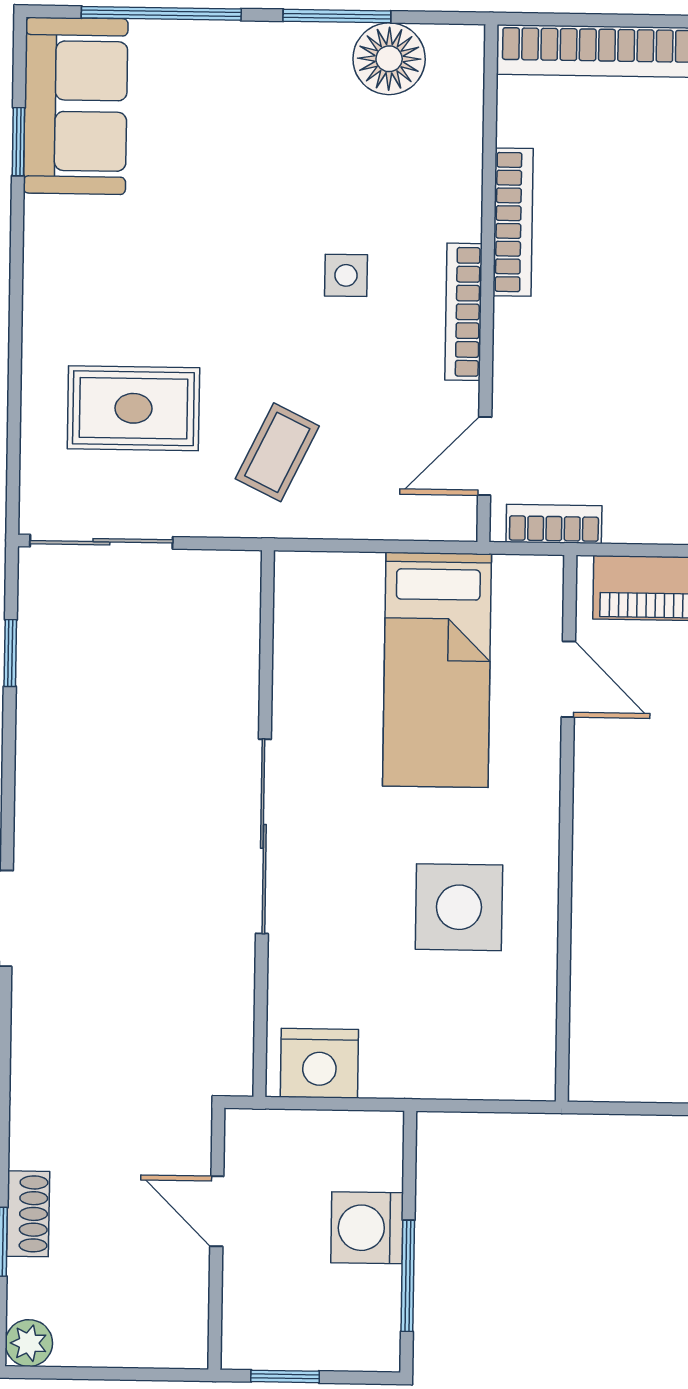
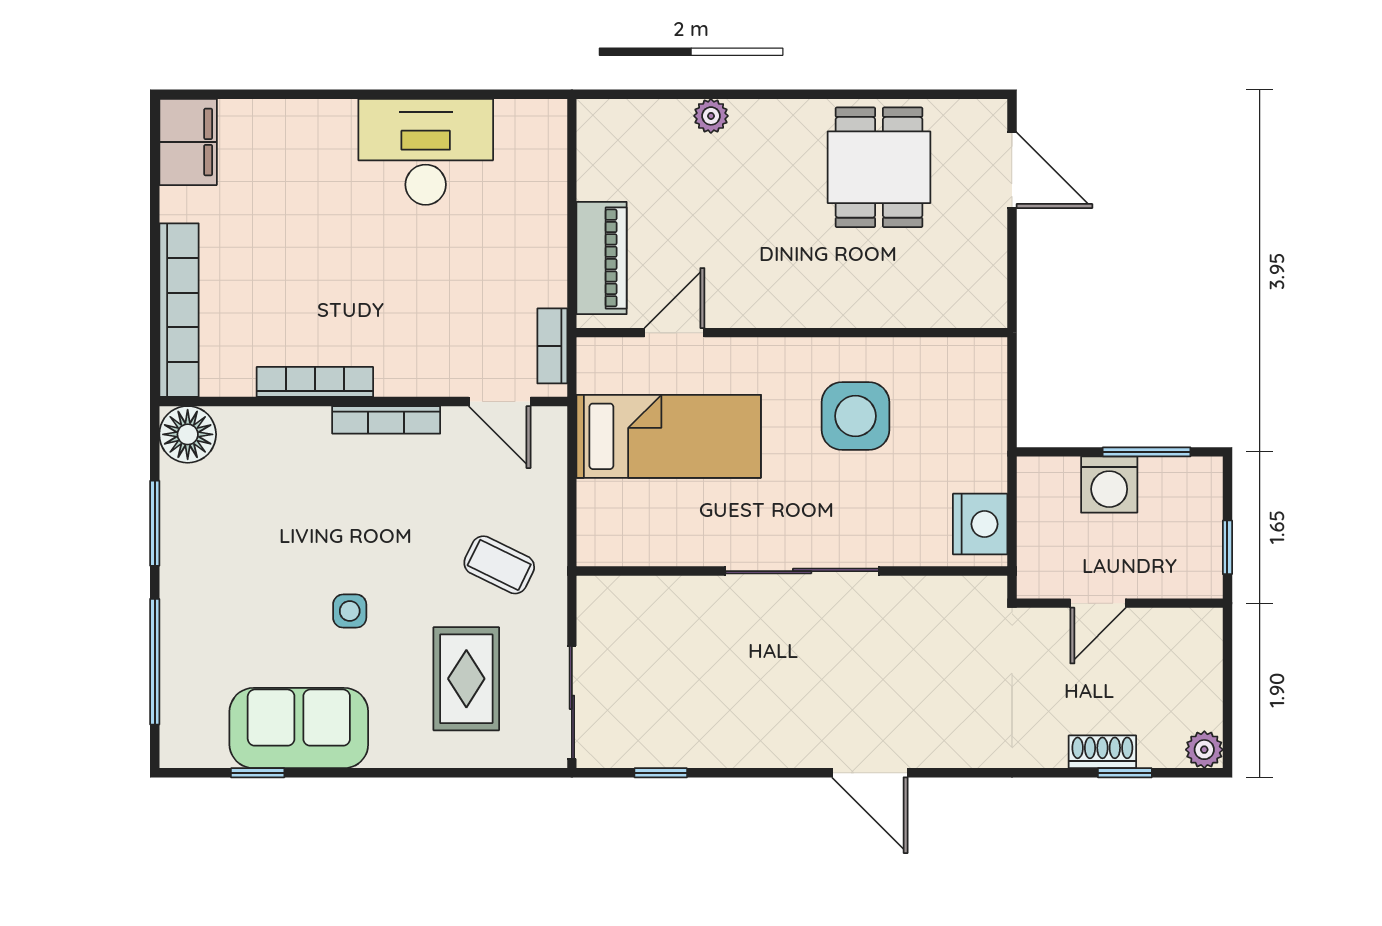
floor lamp: (389, 59) -> (188, 434), moved
sofa: (76, 106) -> (299, 728), moved
side table: (346, 275) -> (350, 611), moved

